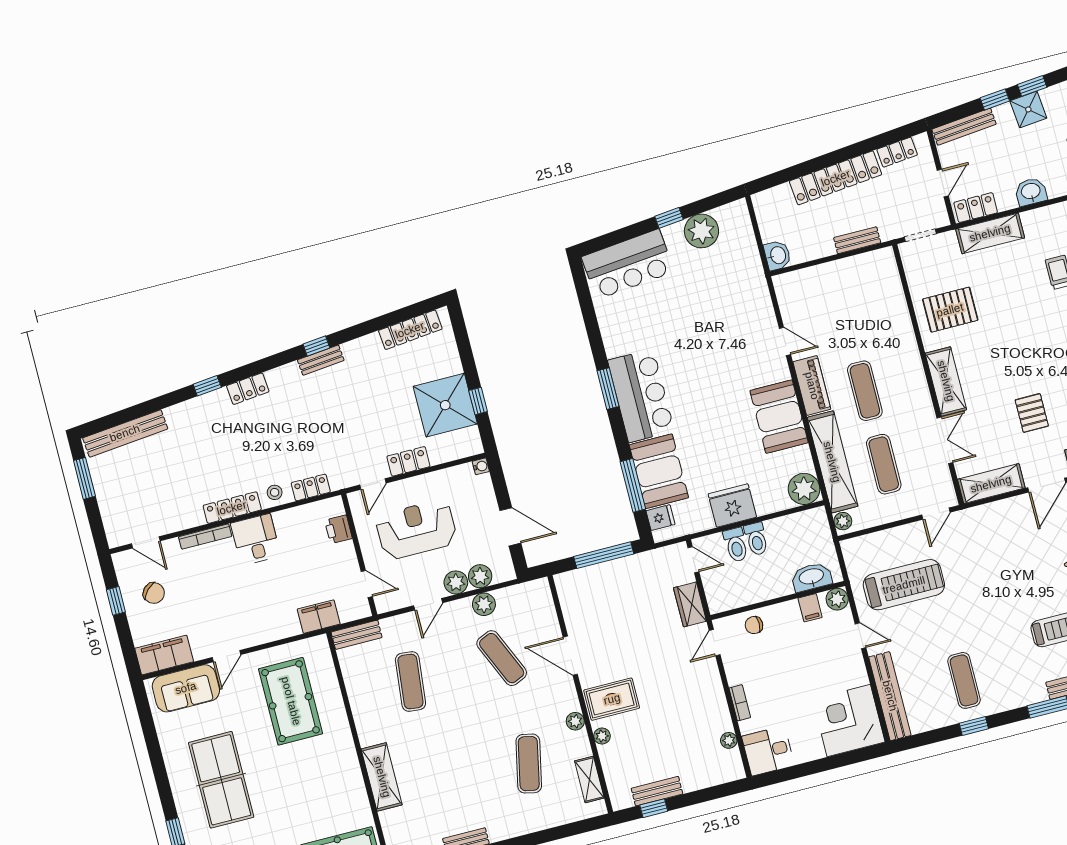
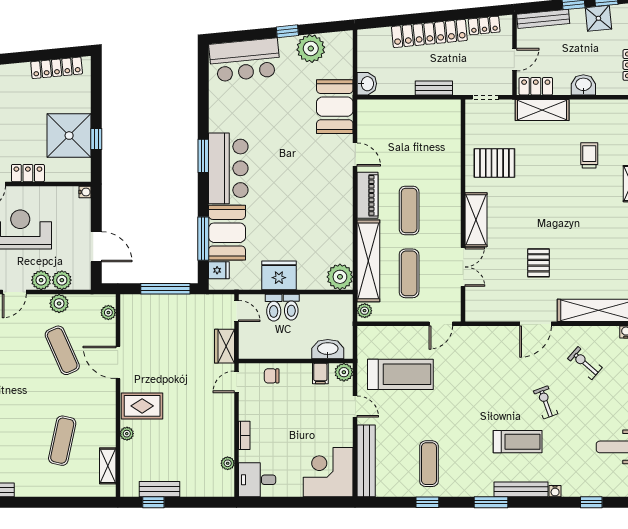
booth: (779, 417) -> (335, 107), moved
shelving: (991, 484) -> (491, 311), removed
plant: (575, 721) -> (108, 313), moved

